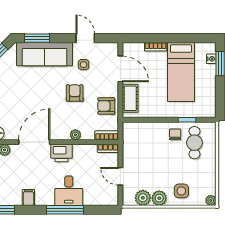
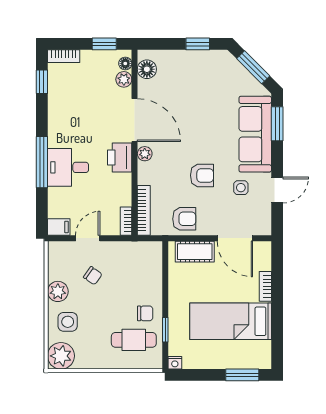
nightstand: (211, 59) -> (175, 363), moved
door: (120, 69) -> (235, 238), hinge flipped
armchair: (106, 106) -> (184, 219), turned 90
plant: (75, 135) -> (145, 154), moved
bookcase: (107, 135) -> (144, 210), width x1.56
chair: (148, 173) -> (93, 276), added
filing cabinet: (28, 197) -> (59, 227), moved
plant: (143, 198) -> (58, 269), removed
plant: (211, 200) -> (61, 356), width x1.88, depth x1.88

